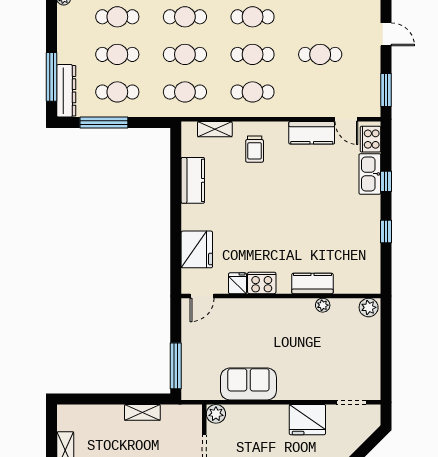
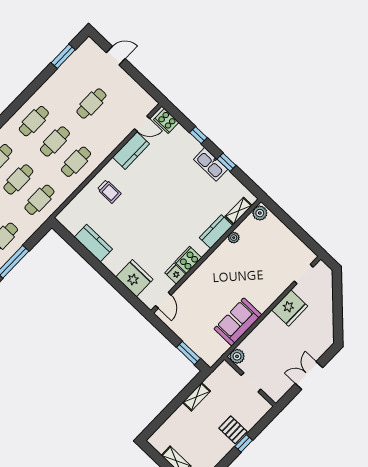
window: (386, 90) -> (147, 86), removed
shelving: (215, 129) -> (239, 211), moved
kitchen sink: (370, 174) -> (211, 164), moved
window: (176, 366) -> (188, 353), width x0.69

